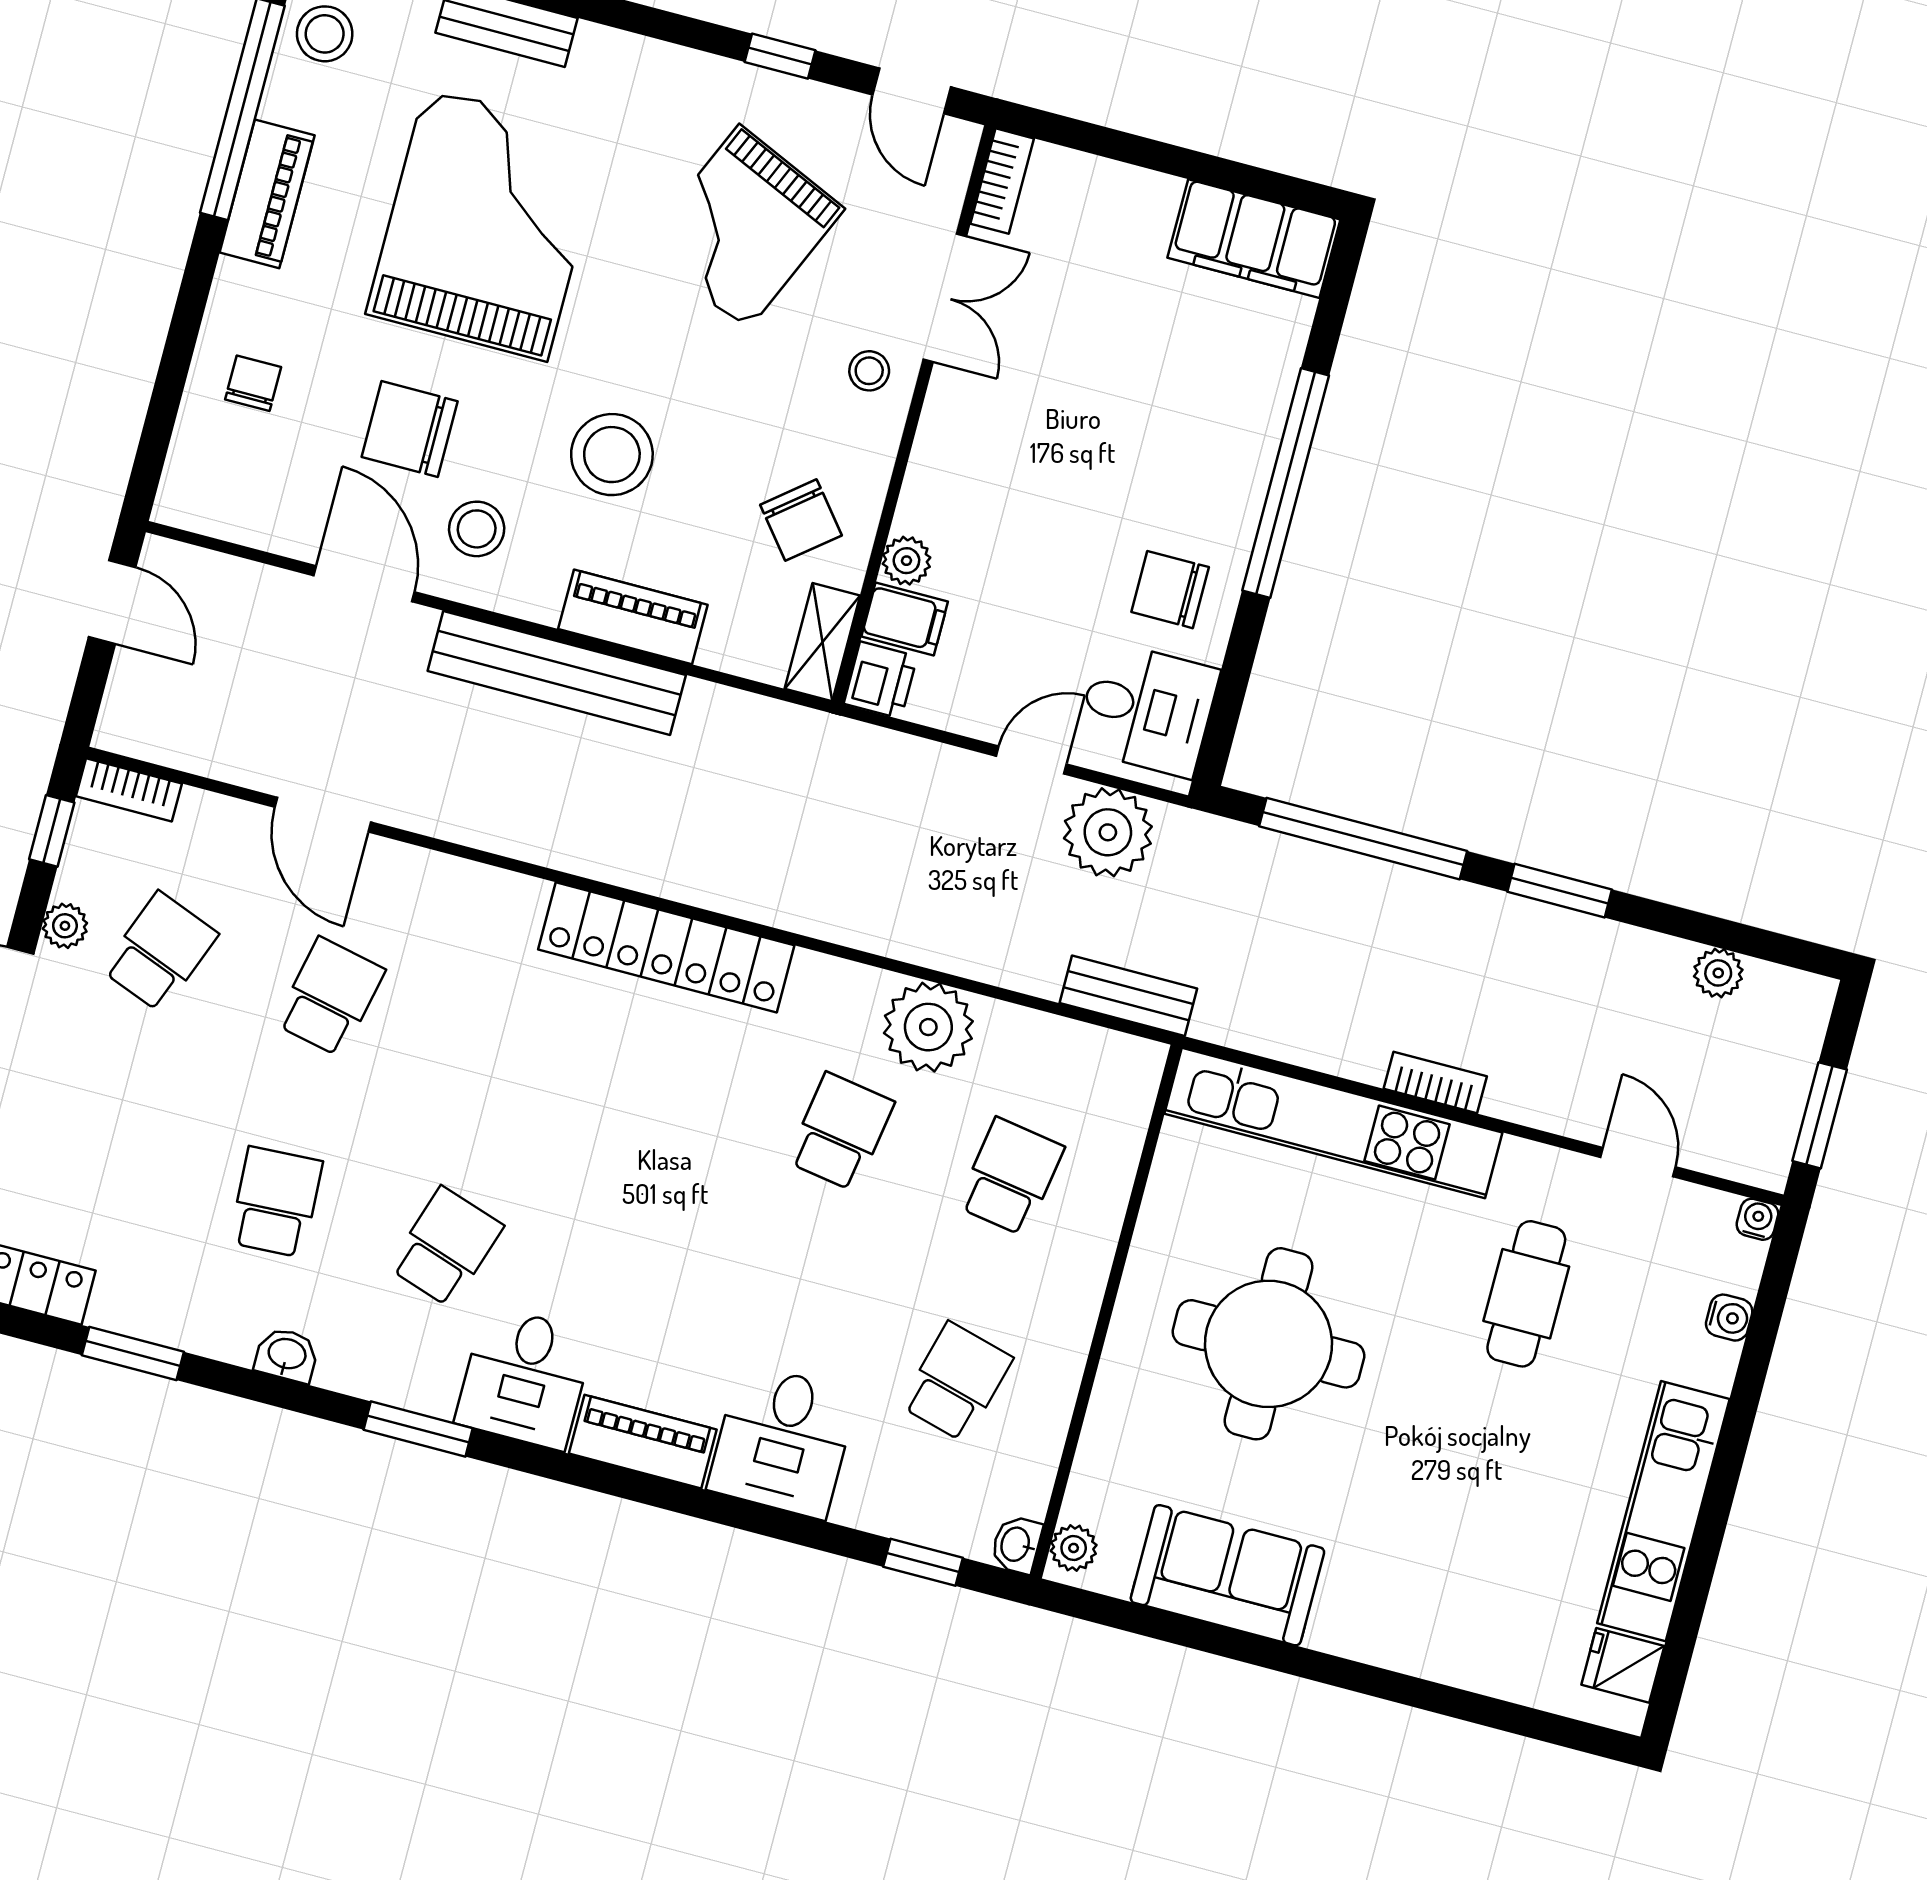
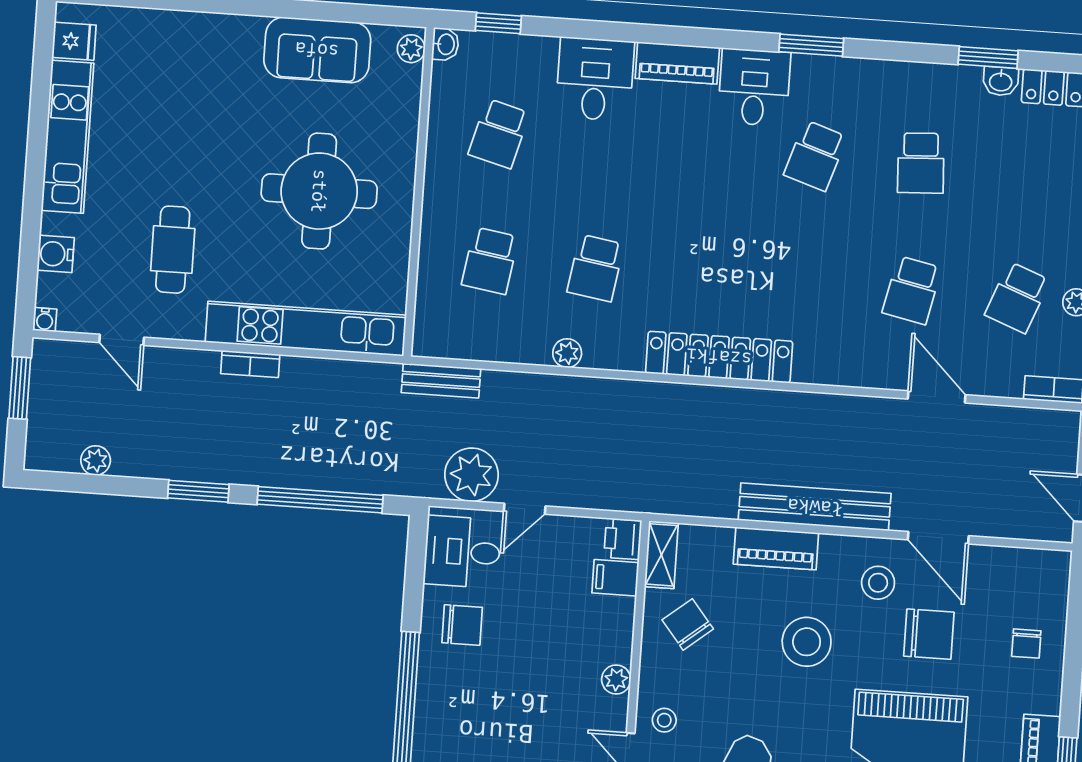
plant: (906, 561) -> (616, 680), moved
plant: (928, 1027) -> (567, 353), width x0.53, depth x0.53
water cooler: (1729, 1318) -> (56, 254), width x1.38, depth x1.38
washbasin: (287, 1355) -> (1001, 81), moved

